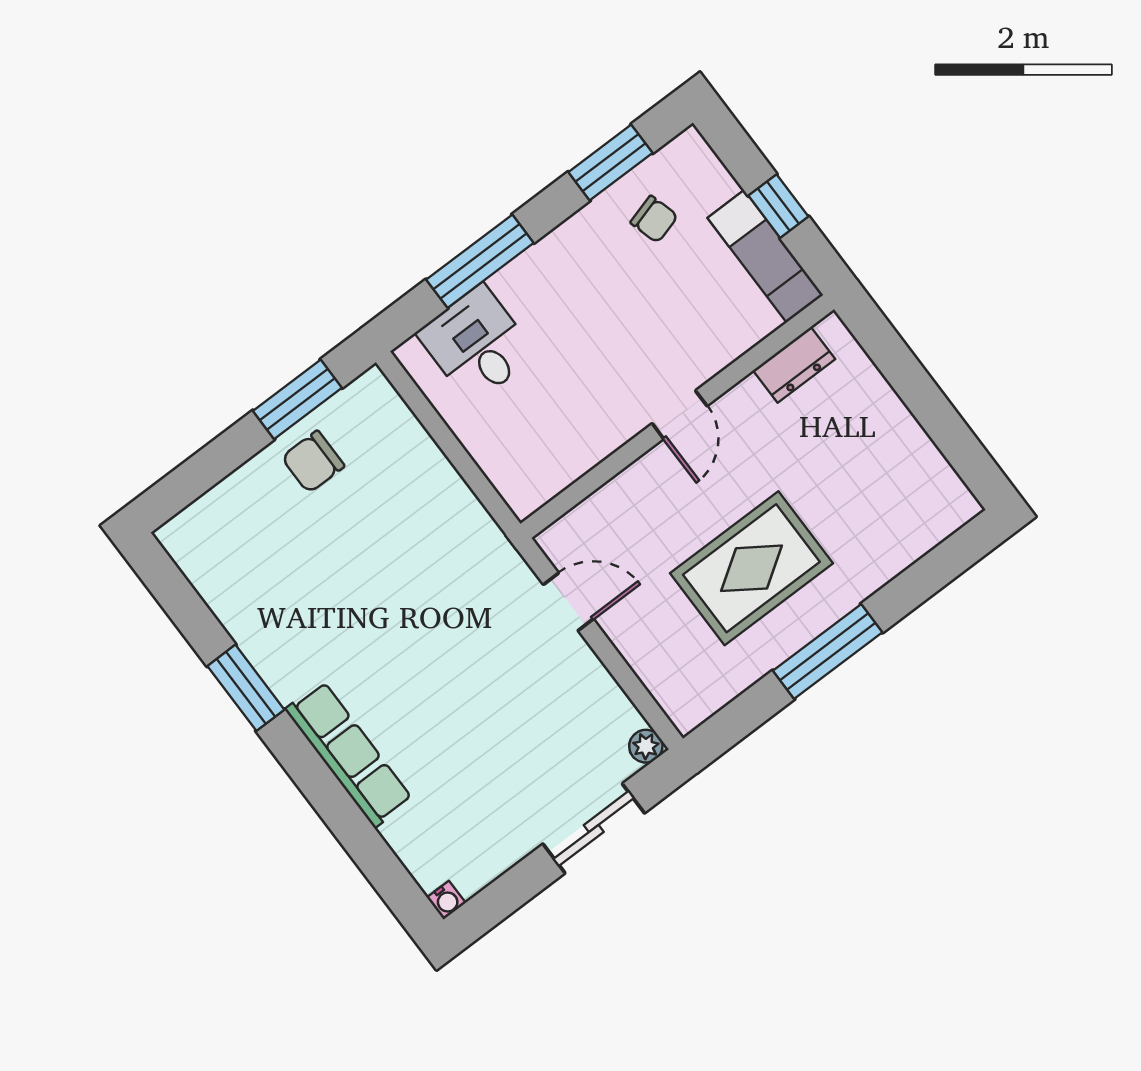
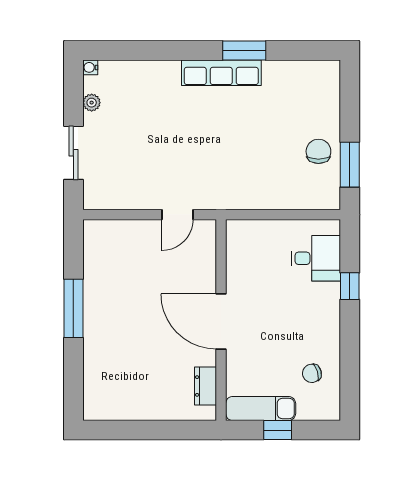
window: (610, 163) -> (350, 373), removed
window: (480, 261) -> (350, 286), width x0.46
door: (680, 415) -> (221, 322), width x1.88
rug: (751, 568) -> (133, 303), removed
plant: (646, 746) -> (92, 103), moved
row of seats: (349, 754) -> (221, 73), moved

